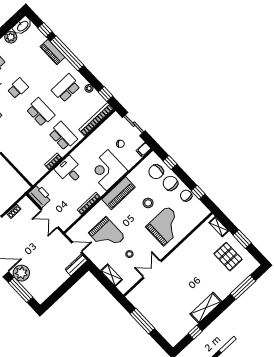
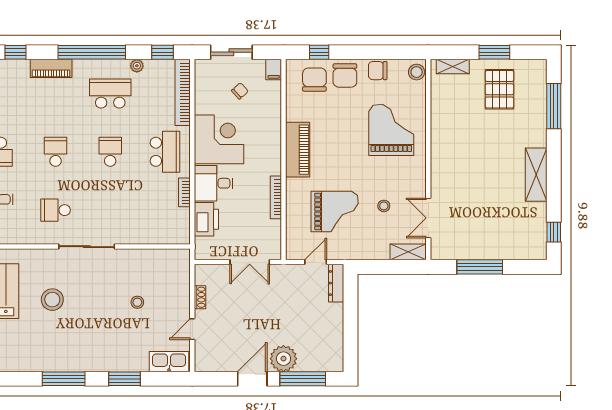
window: (67, 53) -> (92, 52), moved
school desk: (66, 88) -> (110, 93), turned 90
school desk: (40, 112) -> (110, 152), width x0.54
school desk: (63, 136) -> (165, 152), turned 90
corner desk: (107, 170) -> (219, 139), moved, turned 180
chair: (156, 172) -> (314, 80), turned 180
chair: (170, 183) -> (345, 75), turned -90
window: (198, 192) -> (387, 52), removed
printer: (40, 196) -> (206, 219), moved, turned 90
stool: (148, 203) -> (417, 72), moved
pallet: (228, 257) -> (499, 89), turned 90
double door: (152, 269) -> (428, 218), moved
shelving: (111, 275) -> (408, 252), moved
window: (195, 332) -> (554, 232), moved

